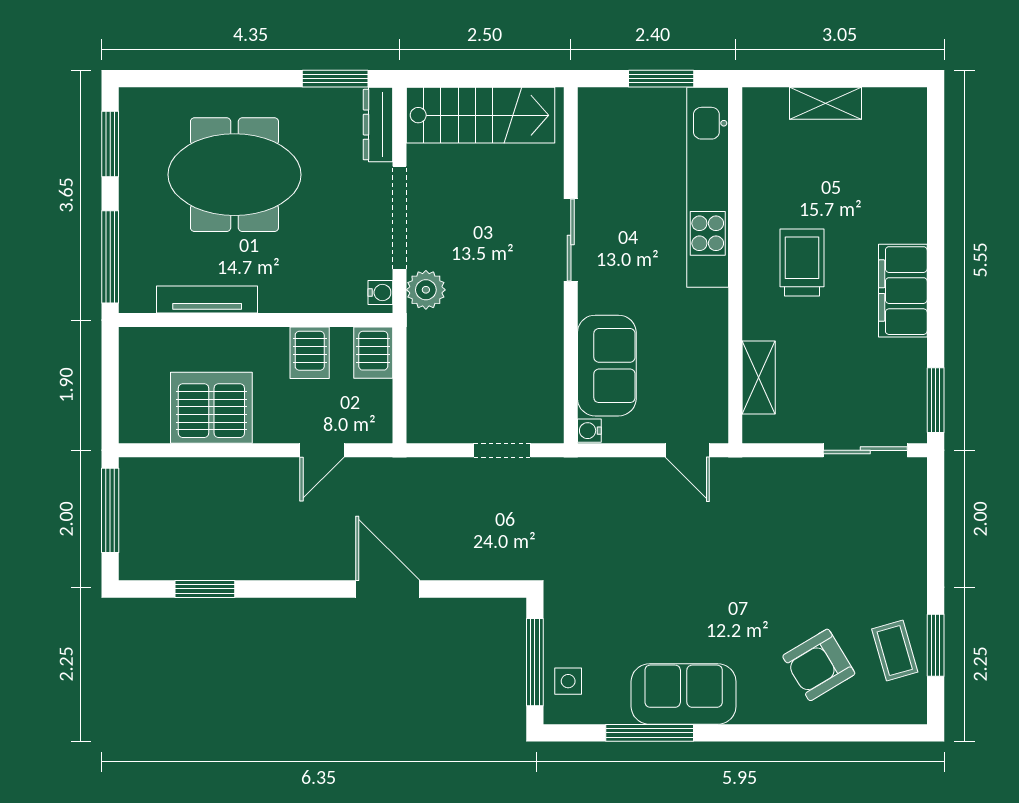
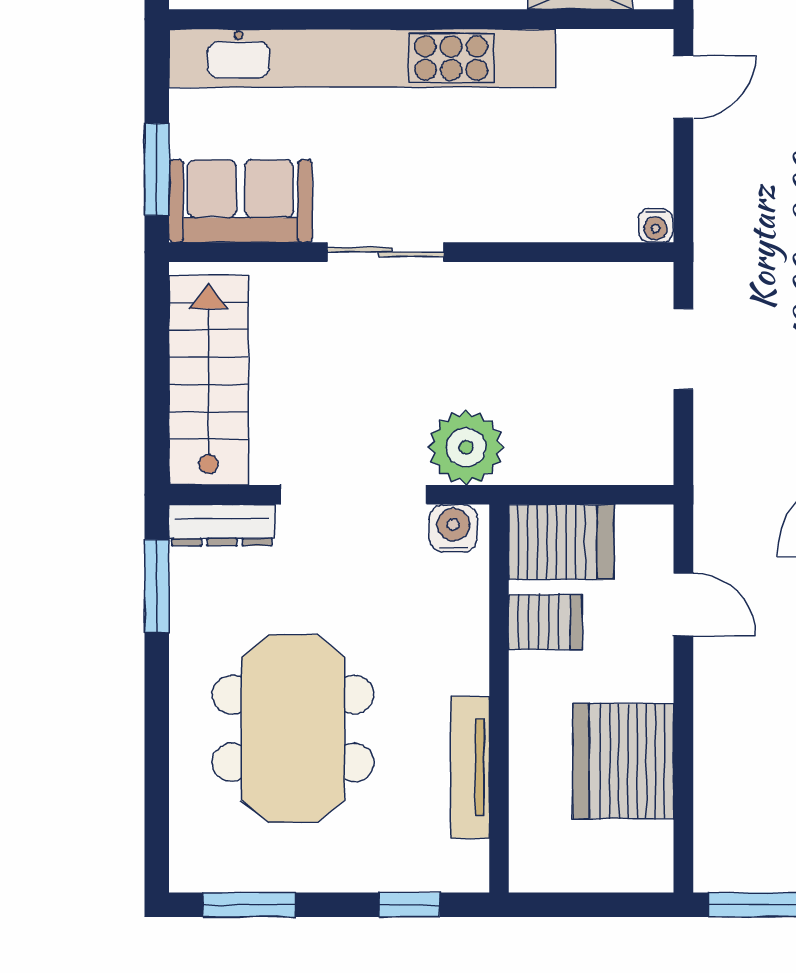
window: (661, 79) -> (157, 169), moved
kitchen unit: (708, 187) -> (362, 58), width x1.36
window: (110, 257) -> (409, 905), width x0.46
plant: (426, 290) -> (466, 447), width x1.36, depth x1.36
water cooler: (380, 293) -> (453, 528), width x1.38, depth x1.38
server rack: (373, 353) -> (561, 542), width x1.36, depth x1.44
sofa: (607, 366) -> (241, 201), moved

